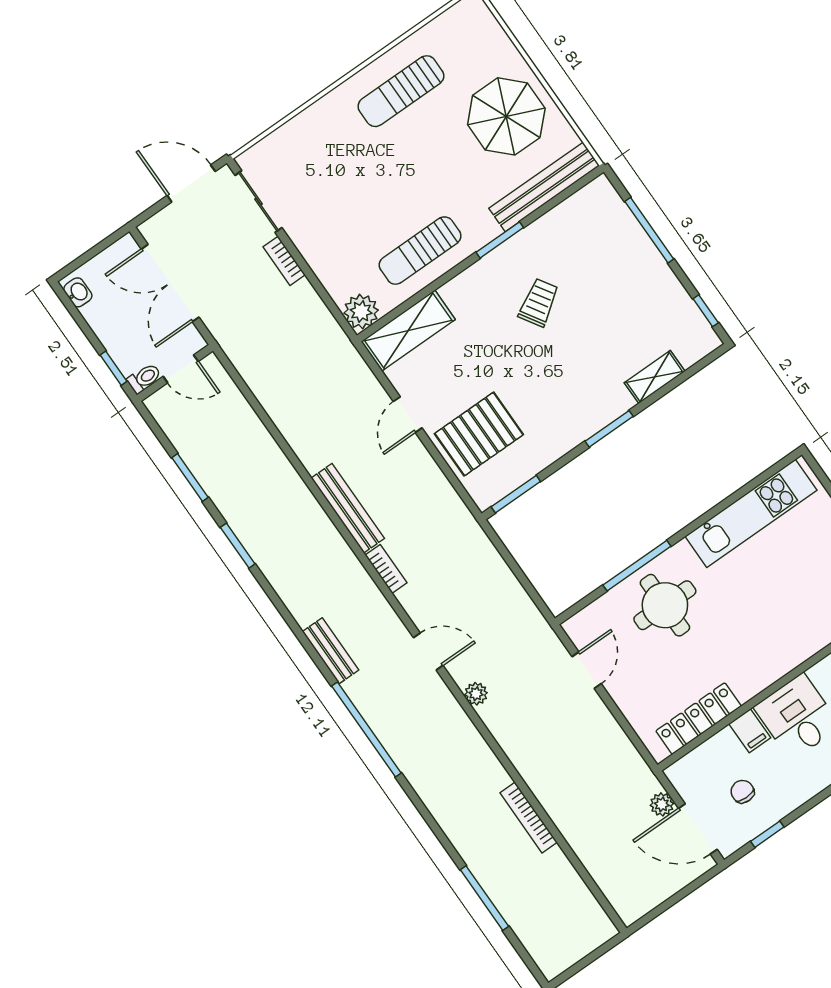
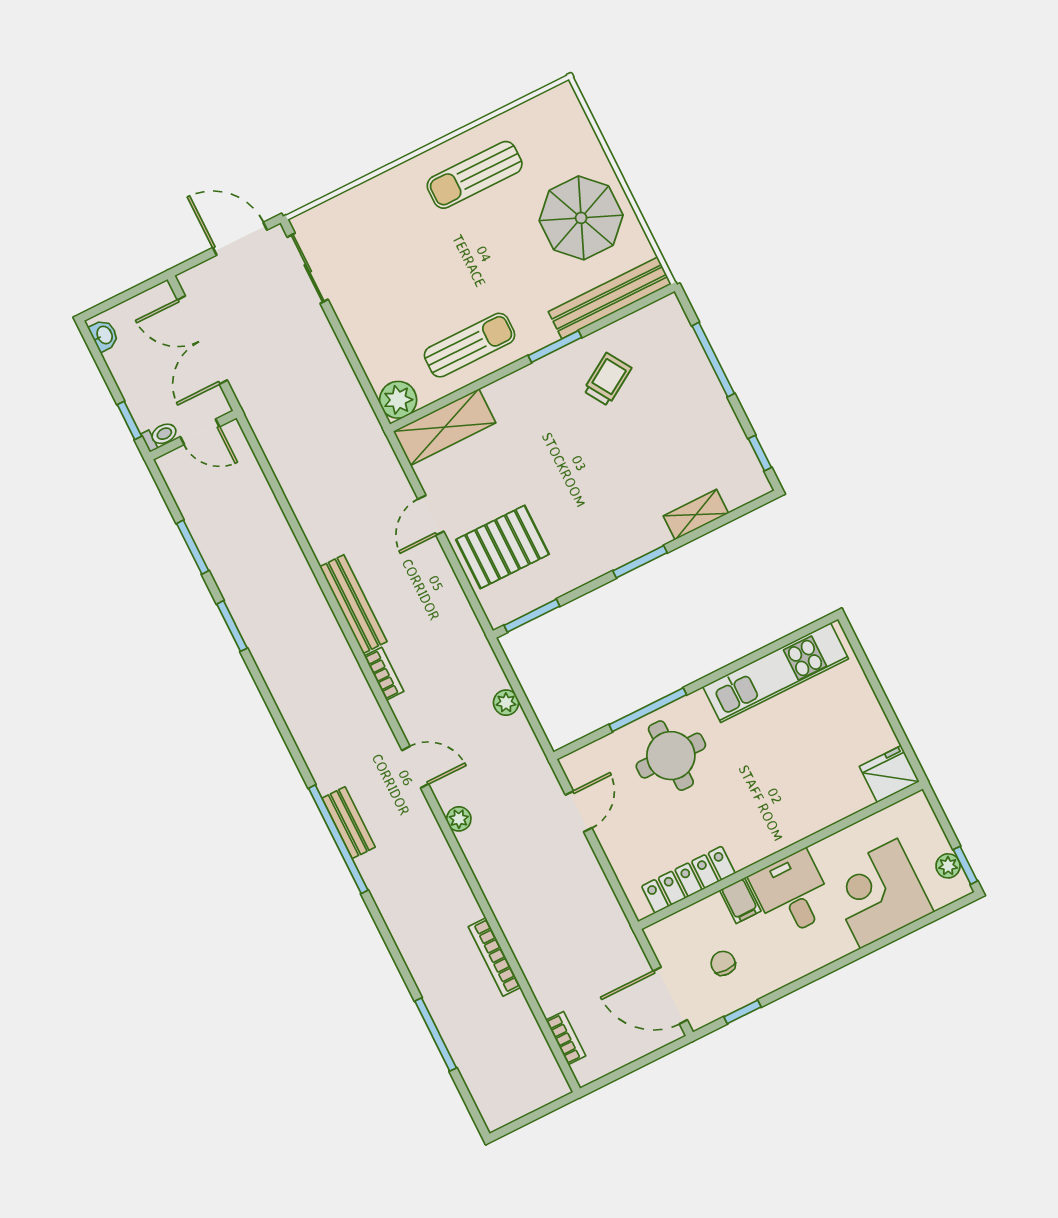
sun lounger: (420, 251) -> (470, 345), turned 180
bookcase: (284, 261) -> (566, 1038), moved, turned 180
trolley: (539, 303) -> (607, 379), moved
bench: (331, 651) -> (349, 823), moved
plant: (662, 804) -> (506, 703), moved

